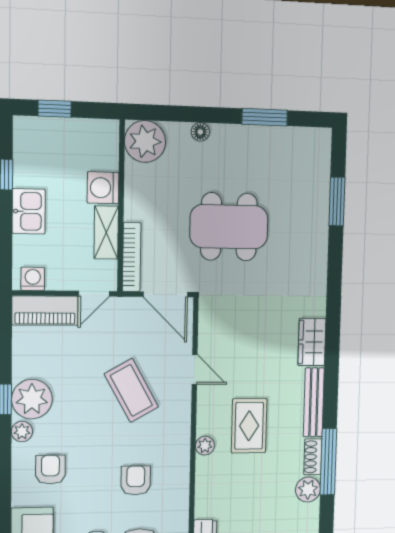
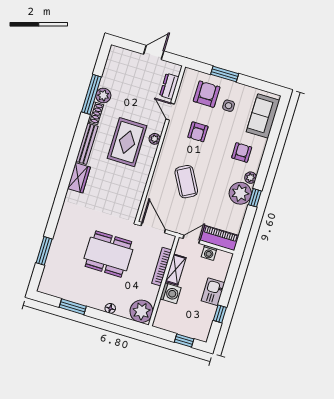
bookcase: (132, 257) -> (162, 267), moved
washing machine: (33, 279) -> (209, 253), moved
door: (195, 369) -> (170, 112), moved
rug: (249, 426) -> (127, 142), width x1.36, depth x1.43
window: (328, 462) -> (91, 94), moved
armchair: (50, 470) -> (242, 152), turned 180

